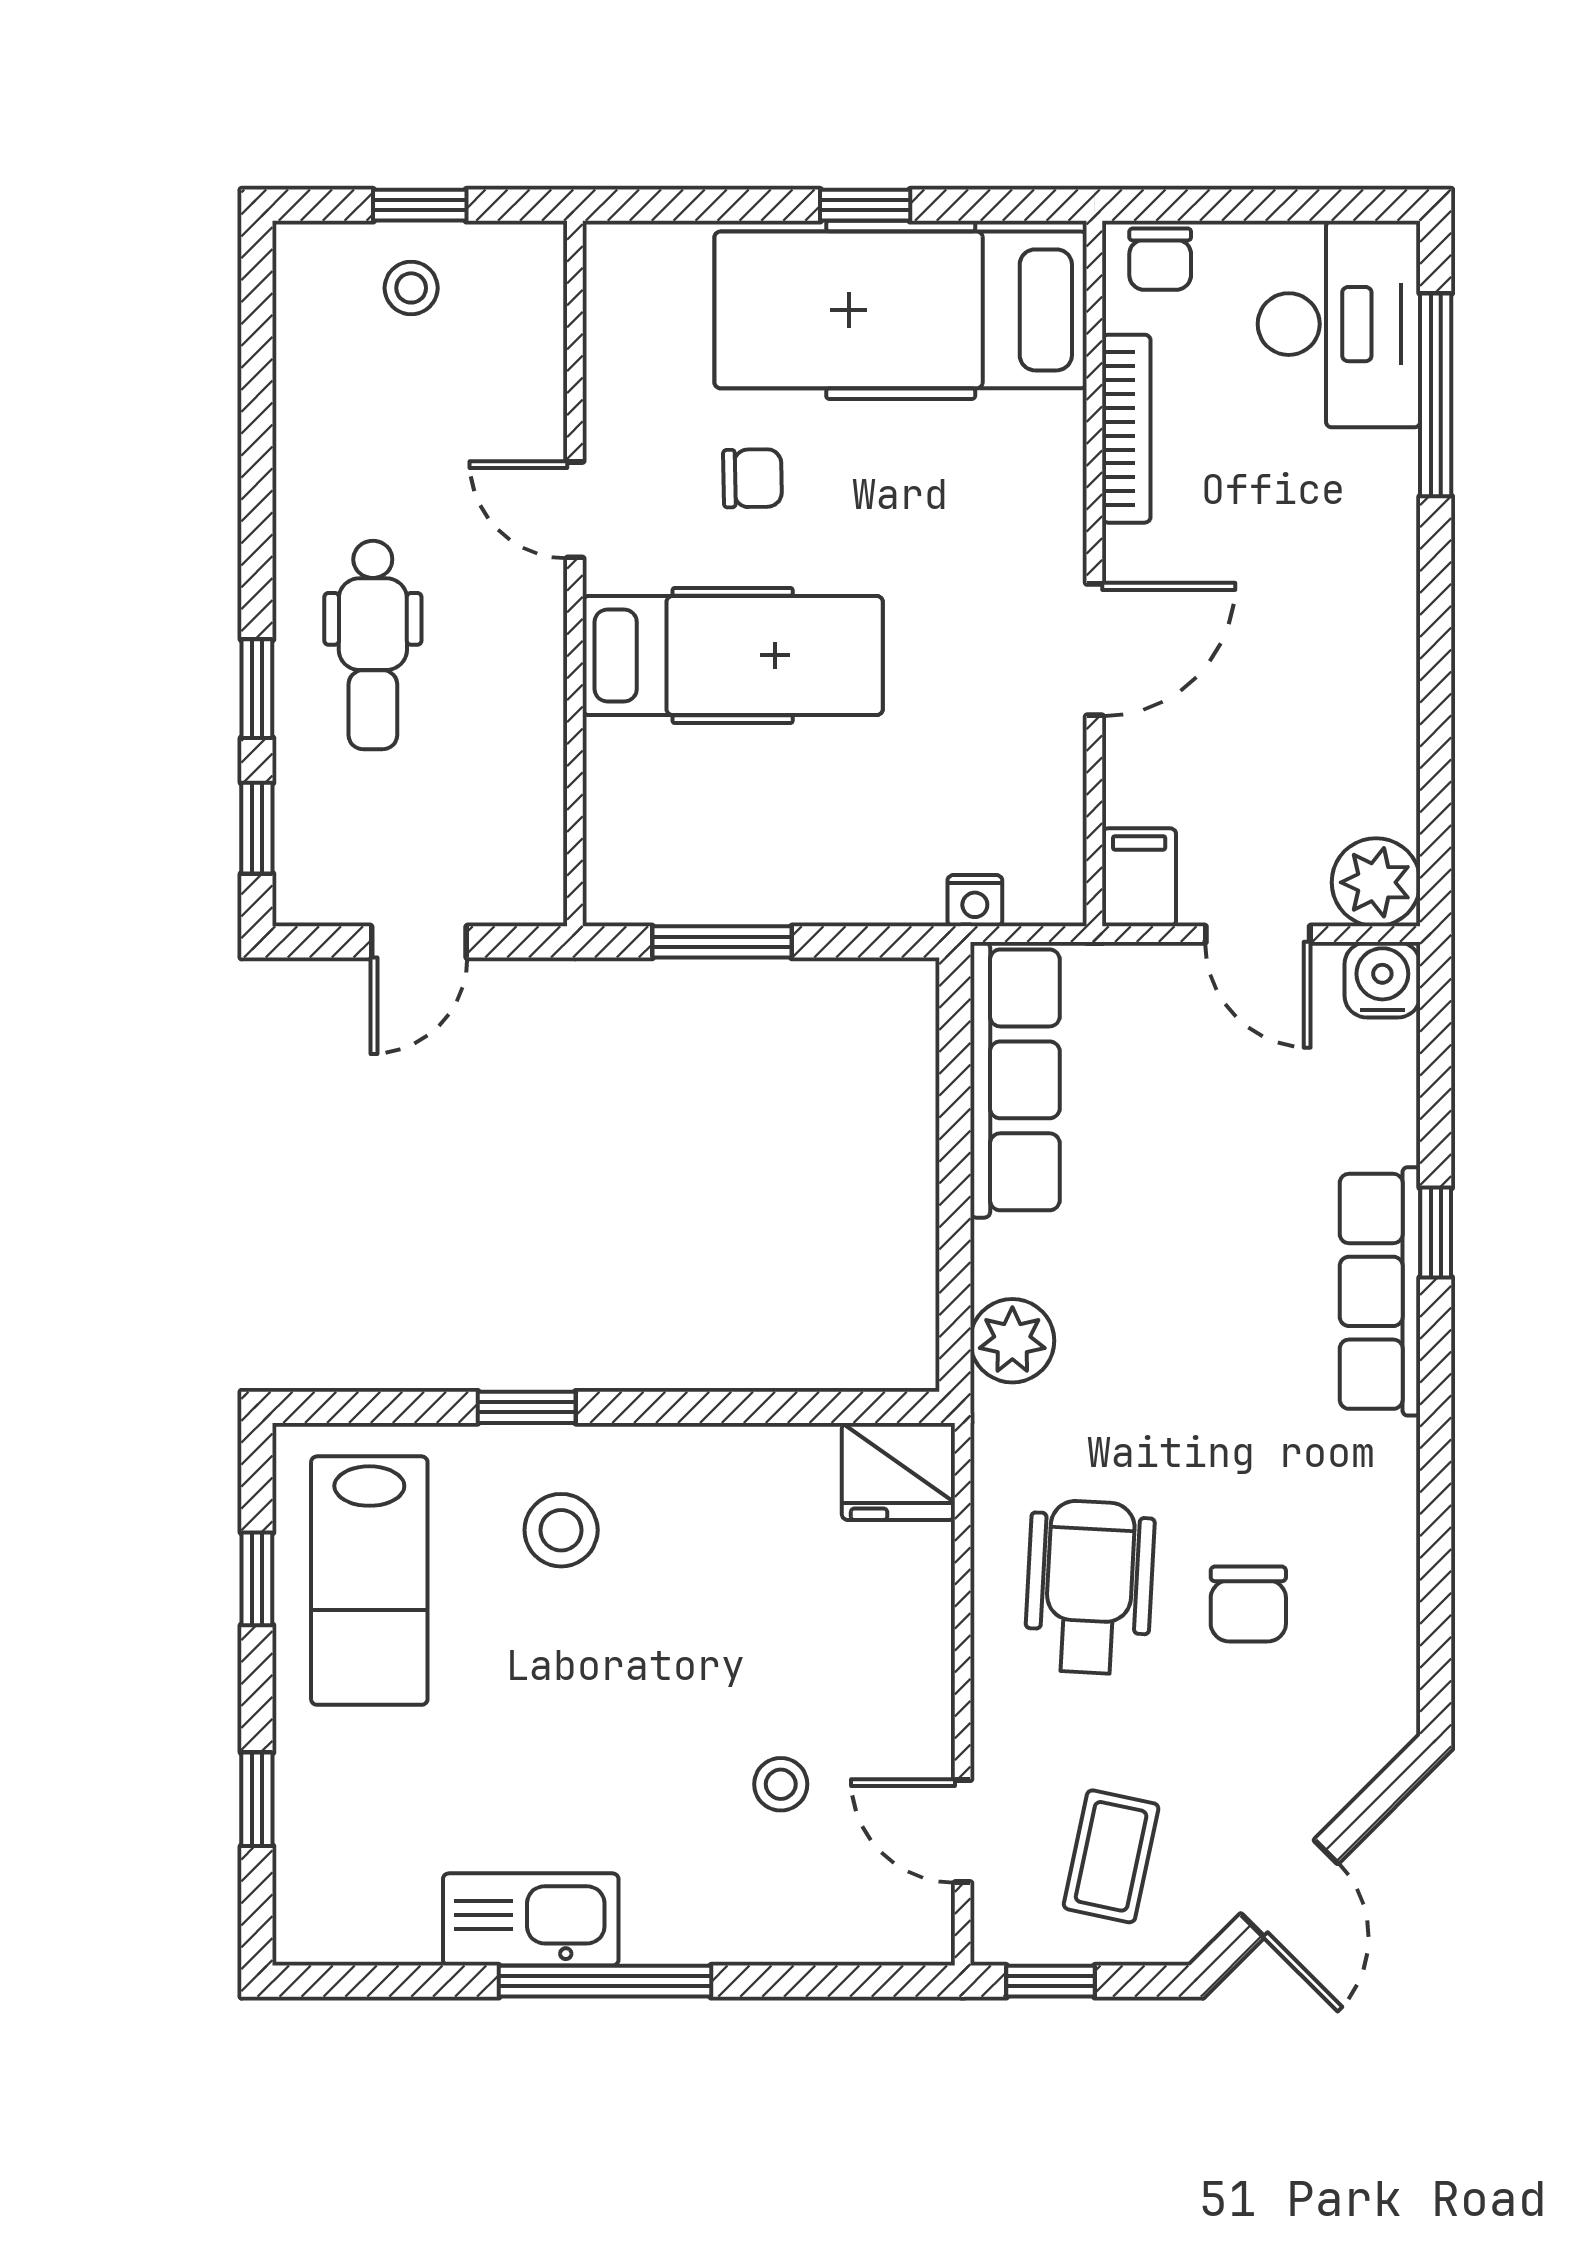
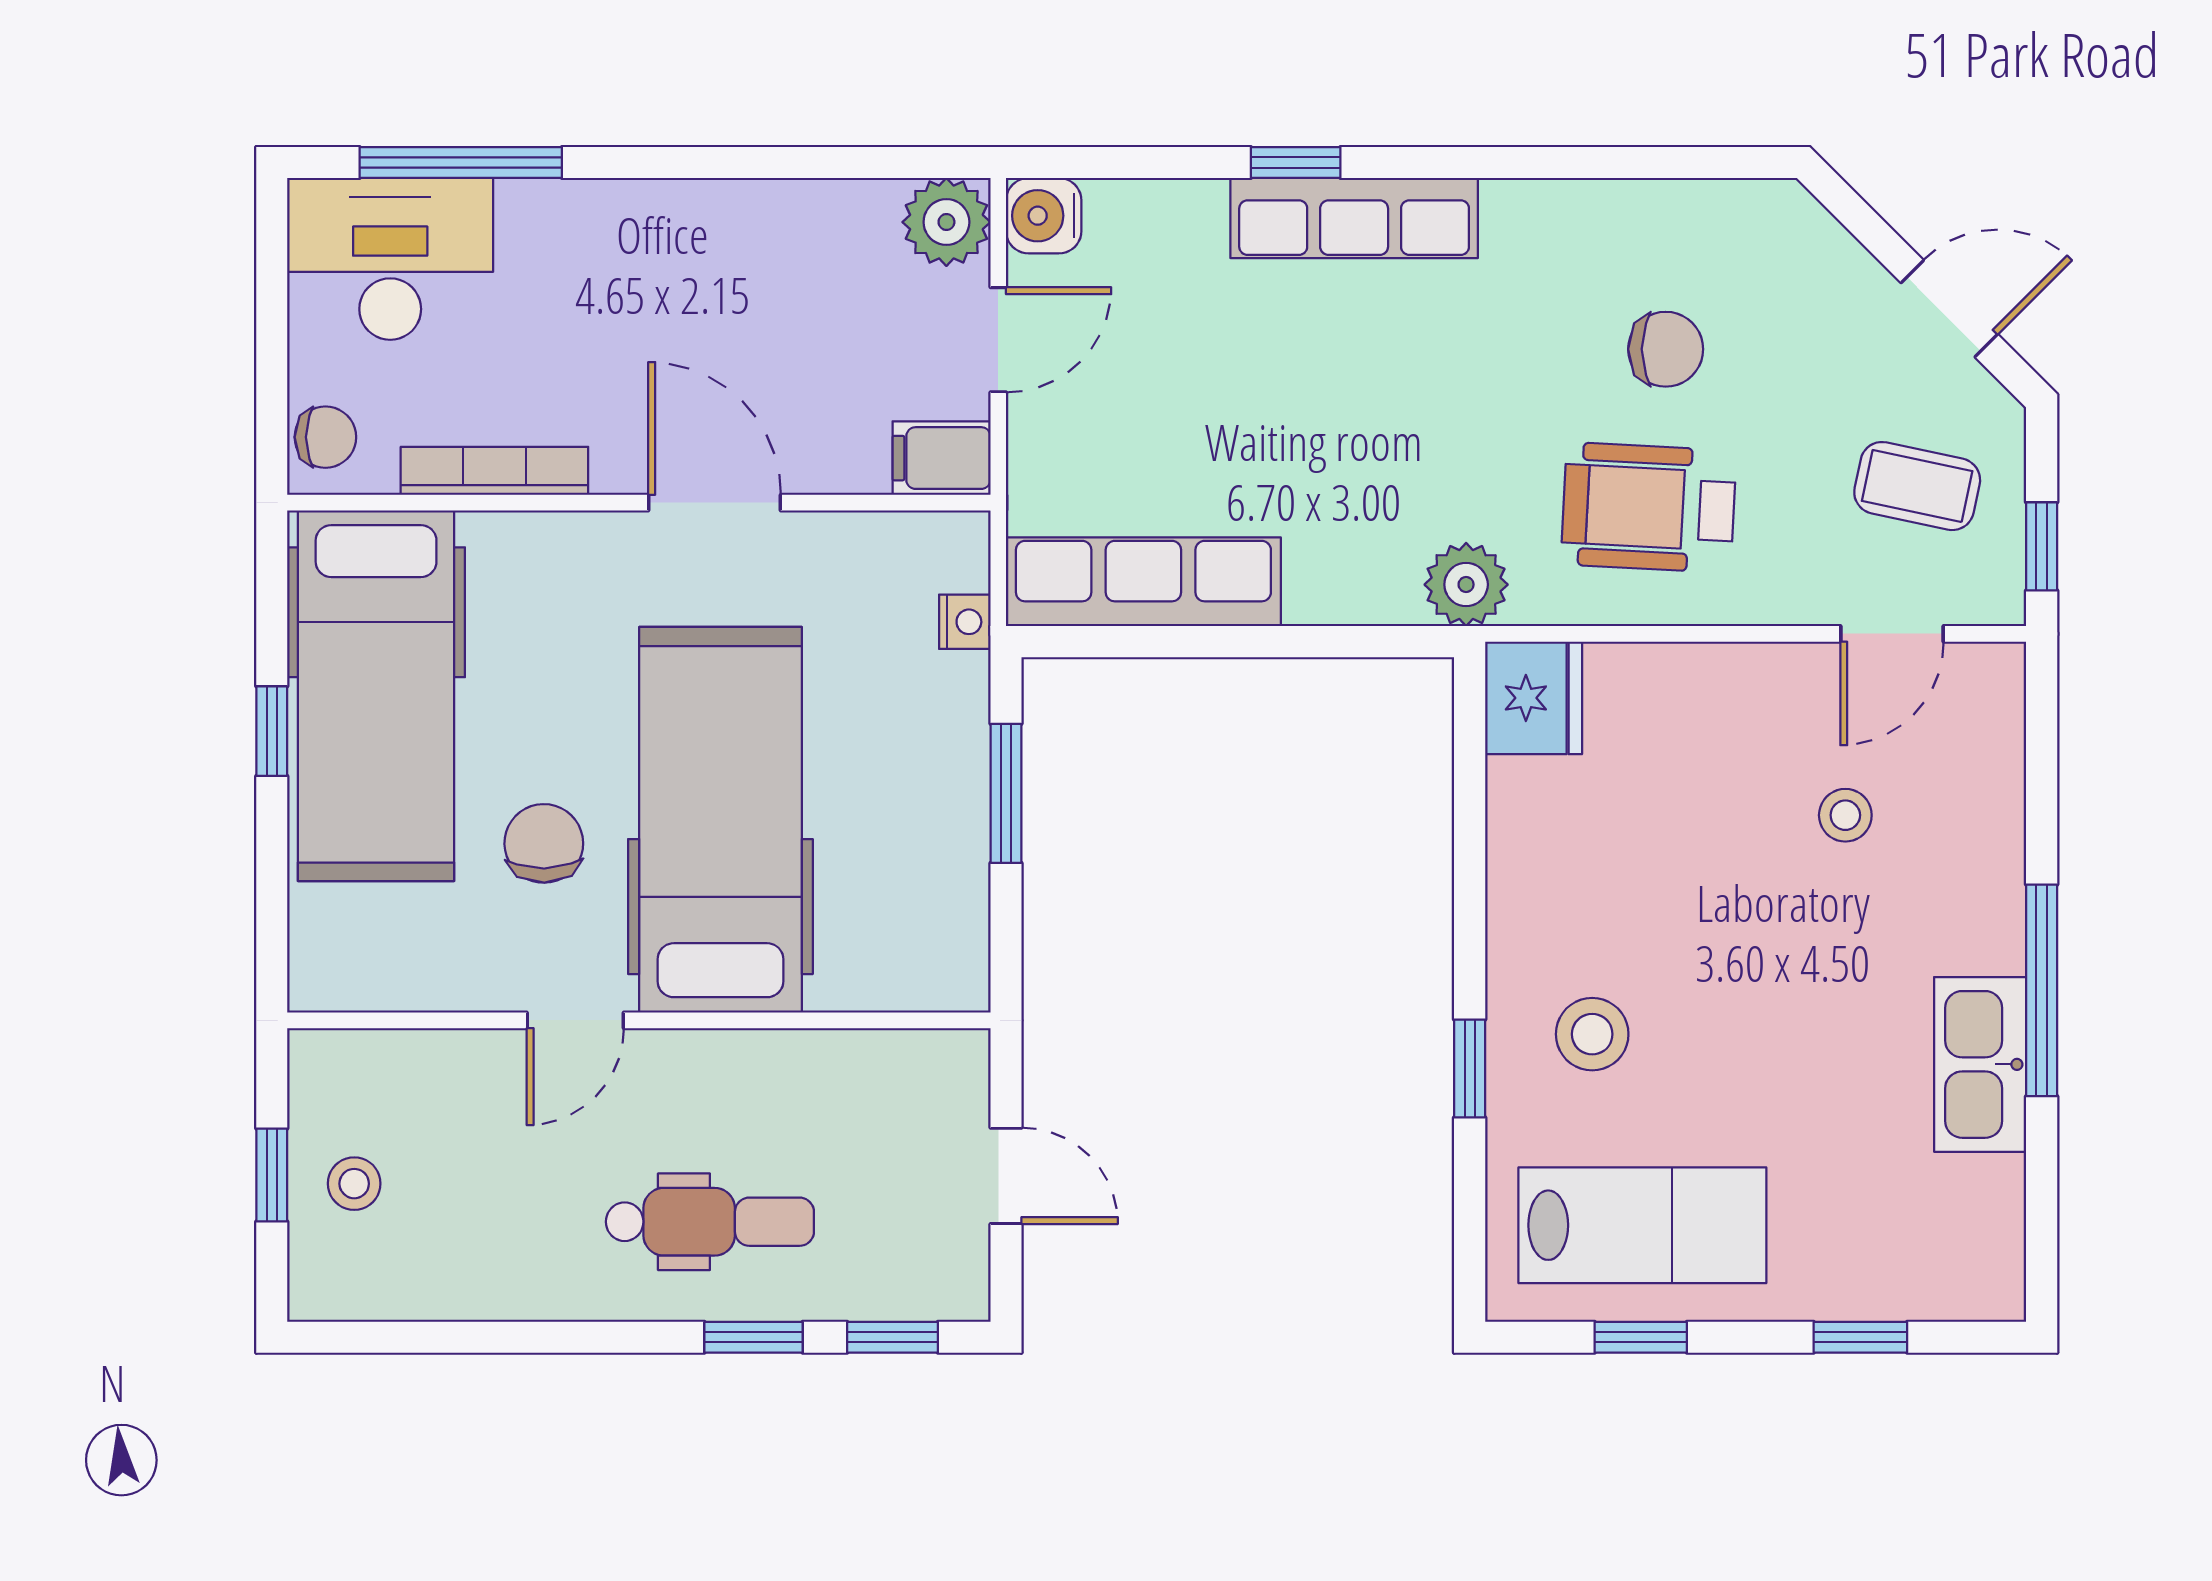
chair: (752, 478) -> (544, 843), width x1.37, depth x1.37
hospital bed: (733, 655) -> (720, 820), width x1.37, depth x1.29
window: (722, 942) -> (1006, 793), moved
plant: (1012, 1341) -> (1466, 585), moved

